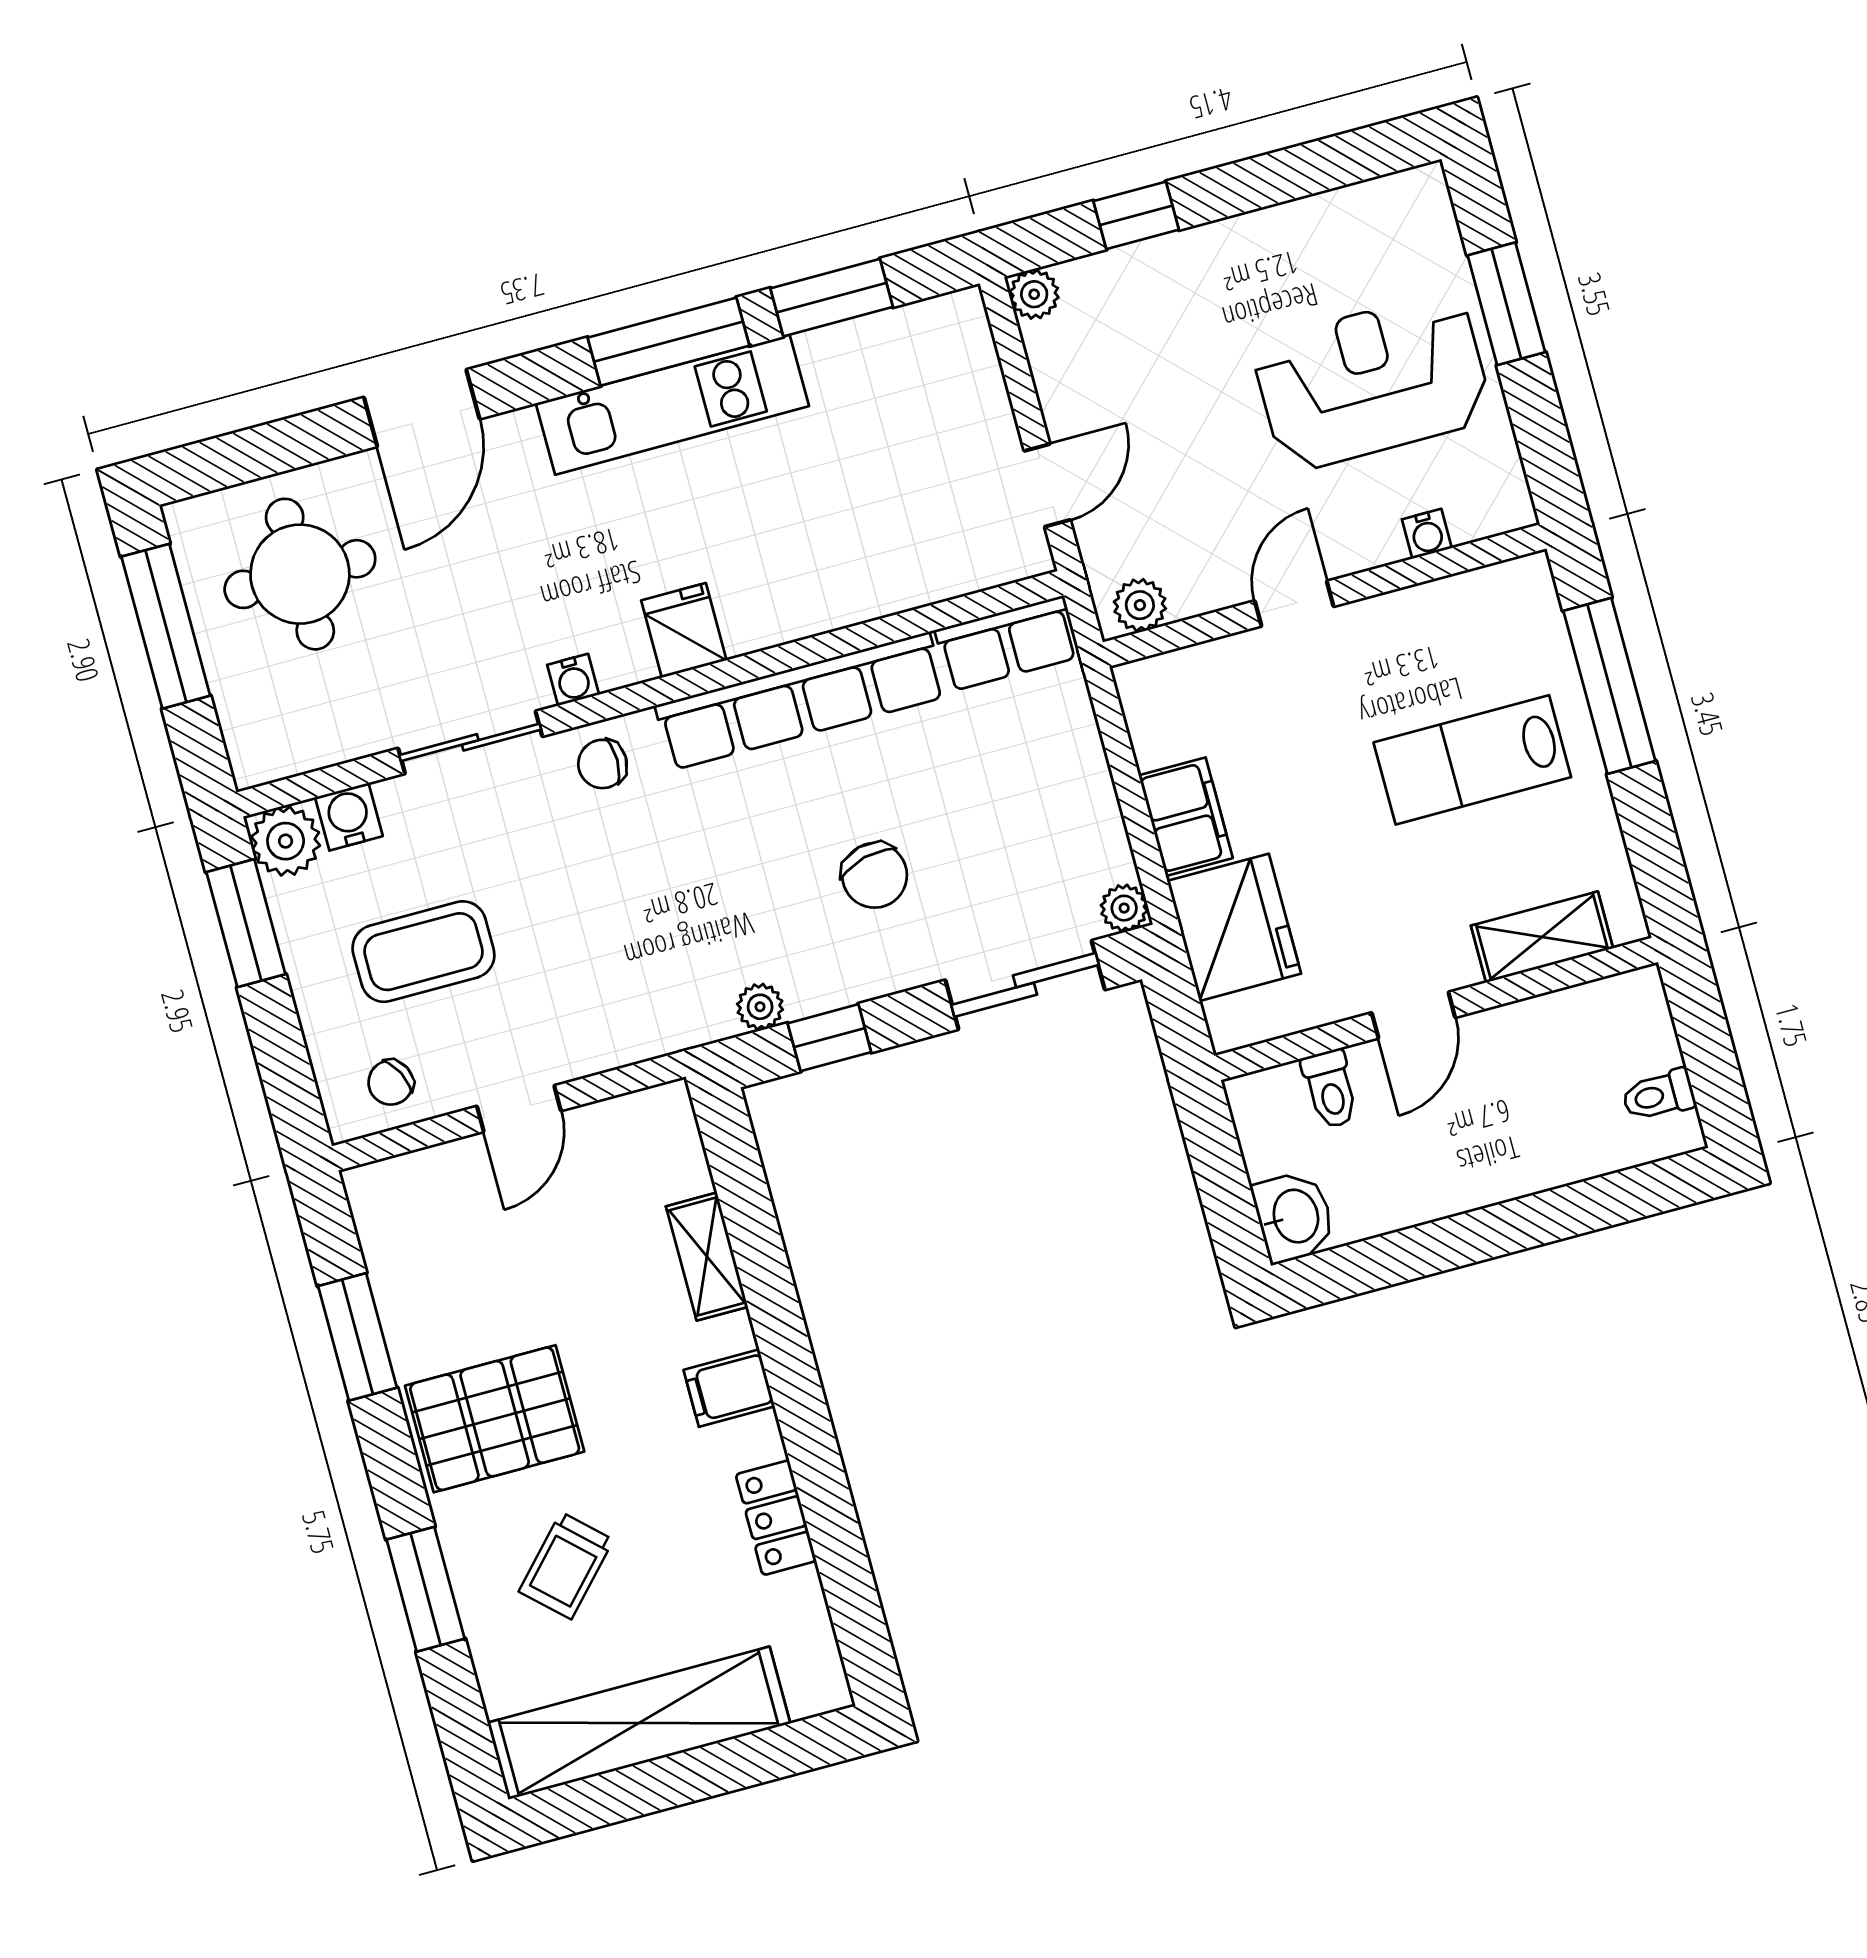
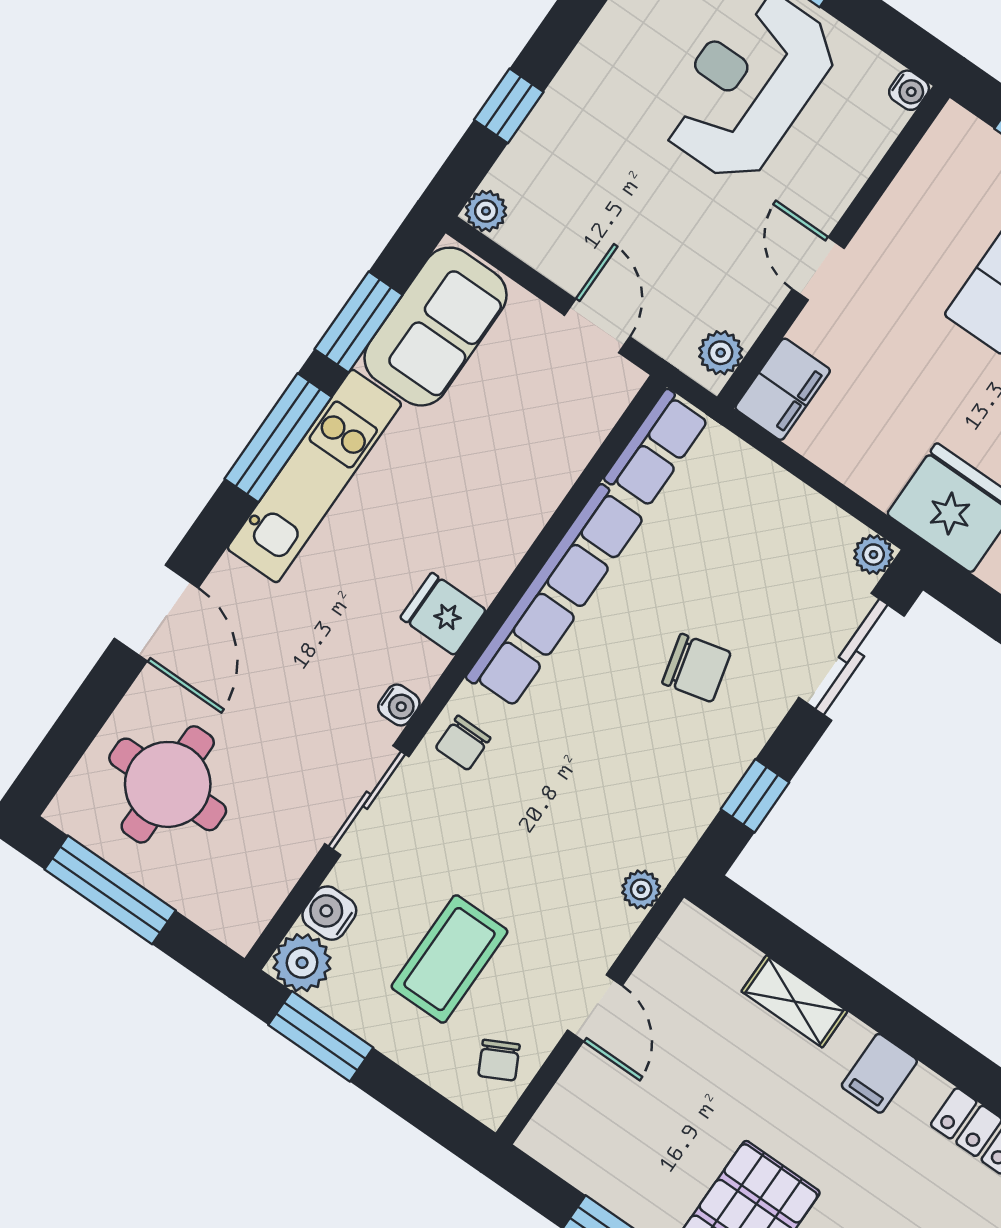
sofa: (899, 361) -> (435, 327), added
water cooler: (1427, 534) -> (909, 90), moved
filing cabinet: (1186, 817) -> (783, 389), moved, turned 90
plant: (760, 1007) -> (641, 889), moved

